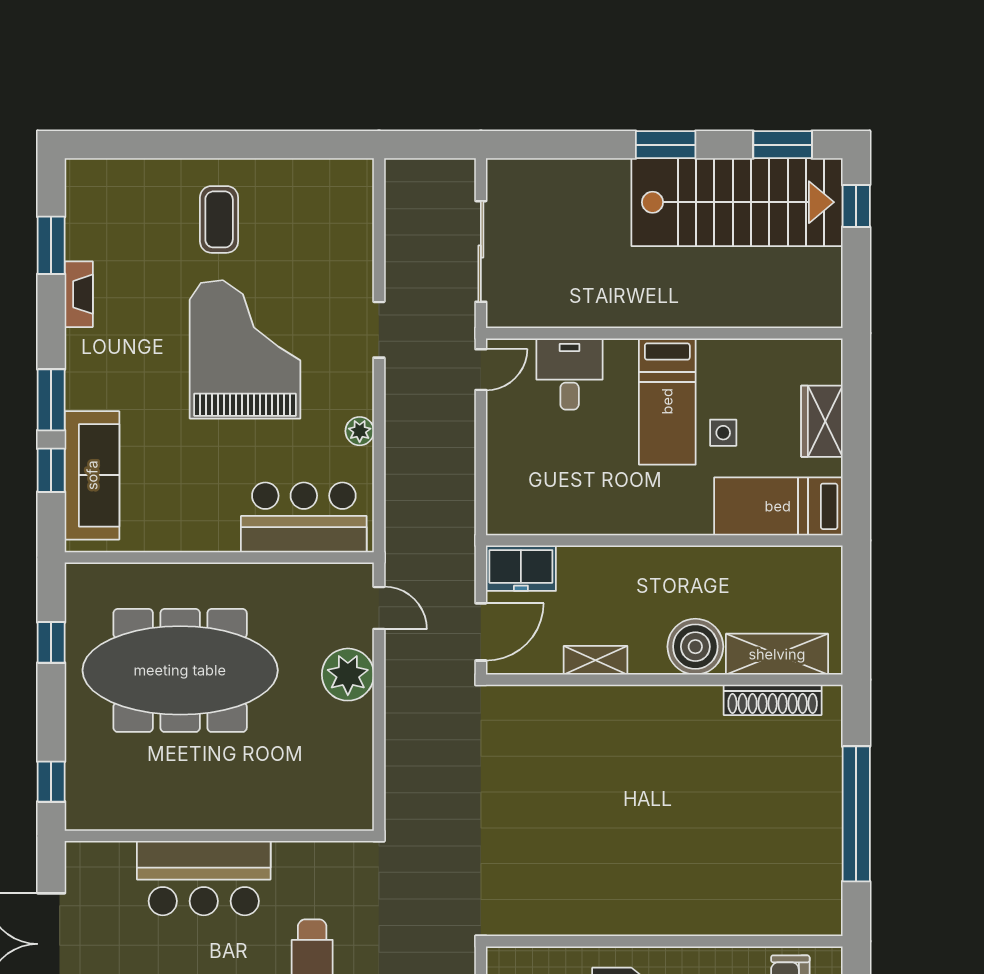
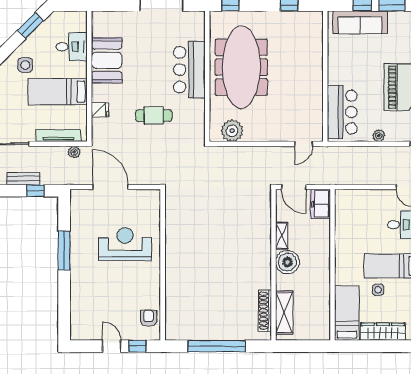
wardrobe: (822, 421) -> (383, 332), width x1.50
boiler: (695, 647) -> (287, 262), moved
meeting table: (180, 670) -> (241, 67), moved
plant: (348, 675) -> (232, 131), moved

